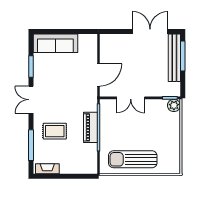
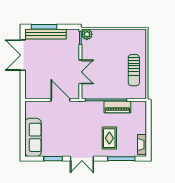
piano: (91, 127) -> (117, 107), moved
sun lounger: (133, 159) -> (134, 70), width x0.73, depth x0.75

